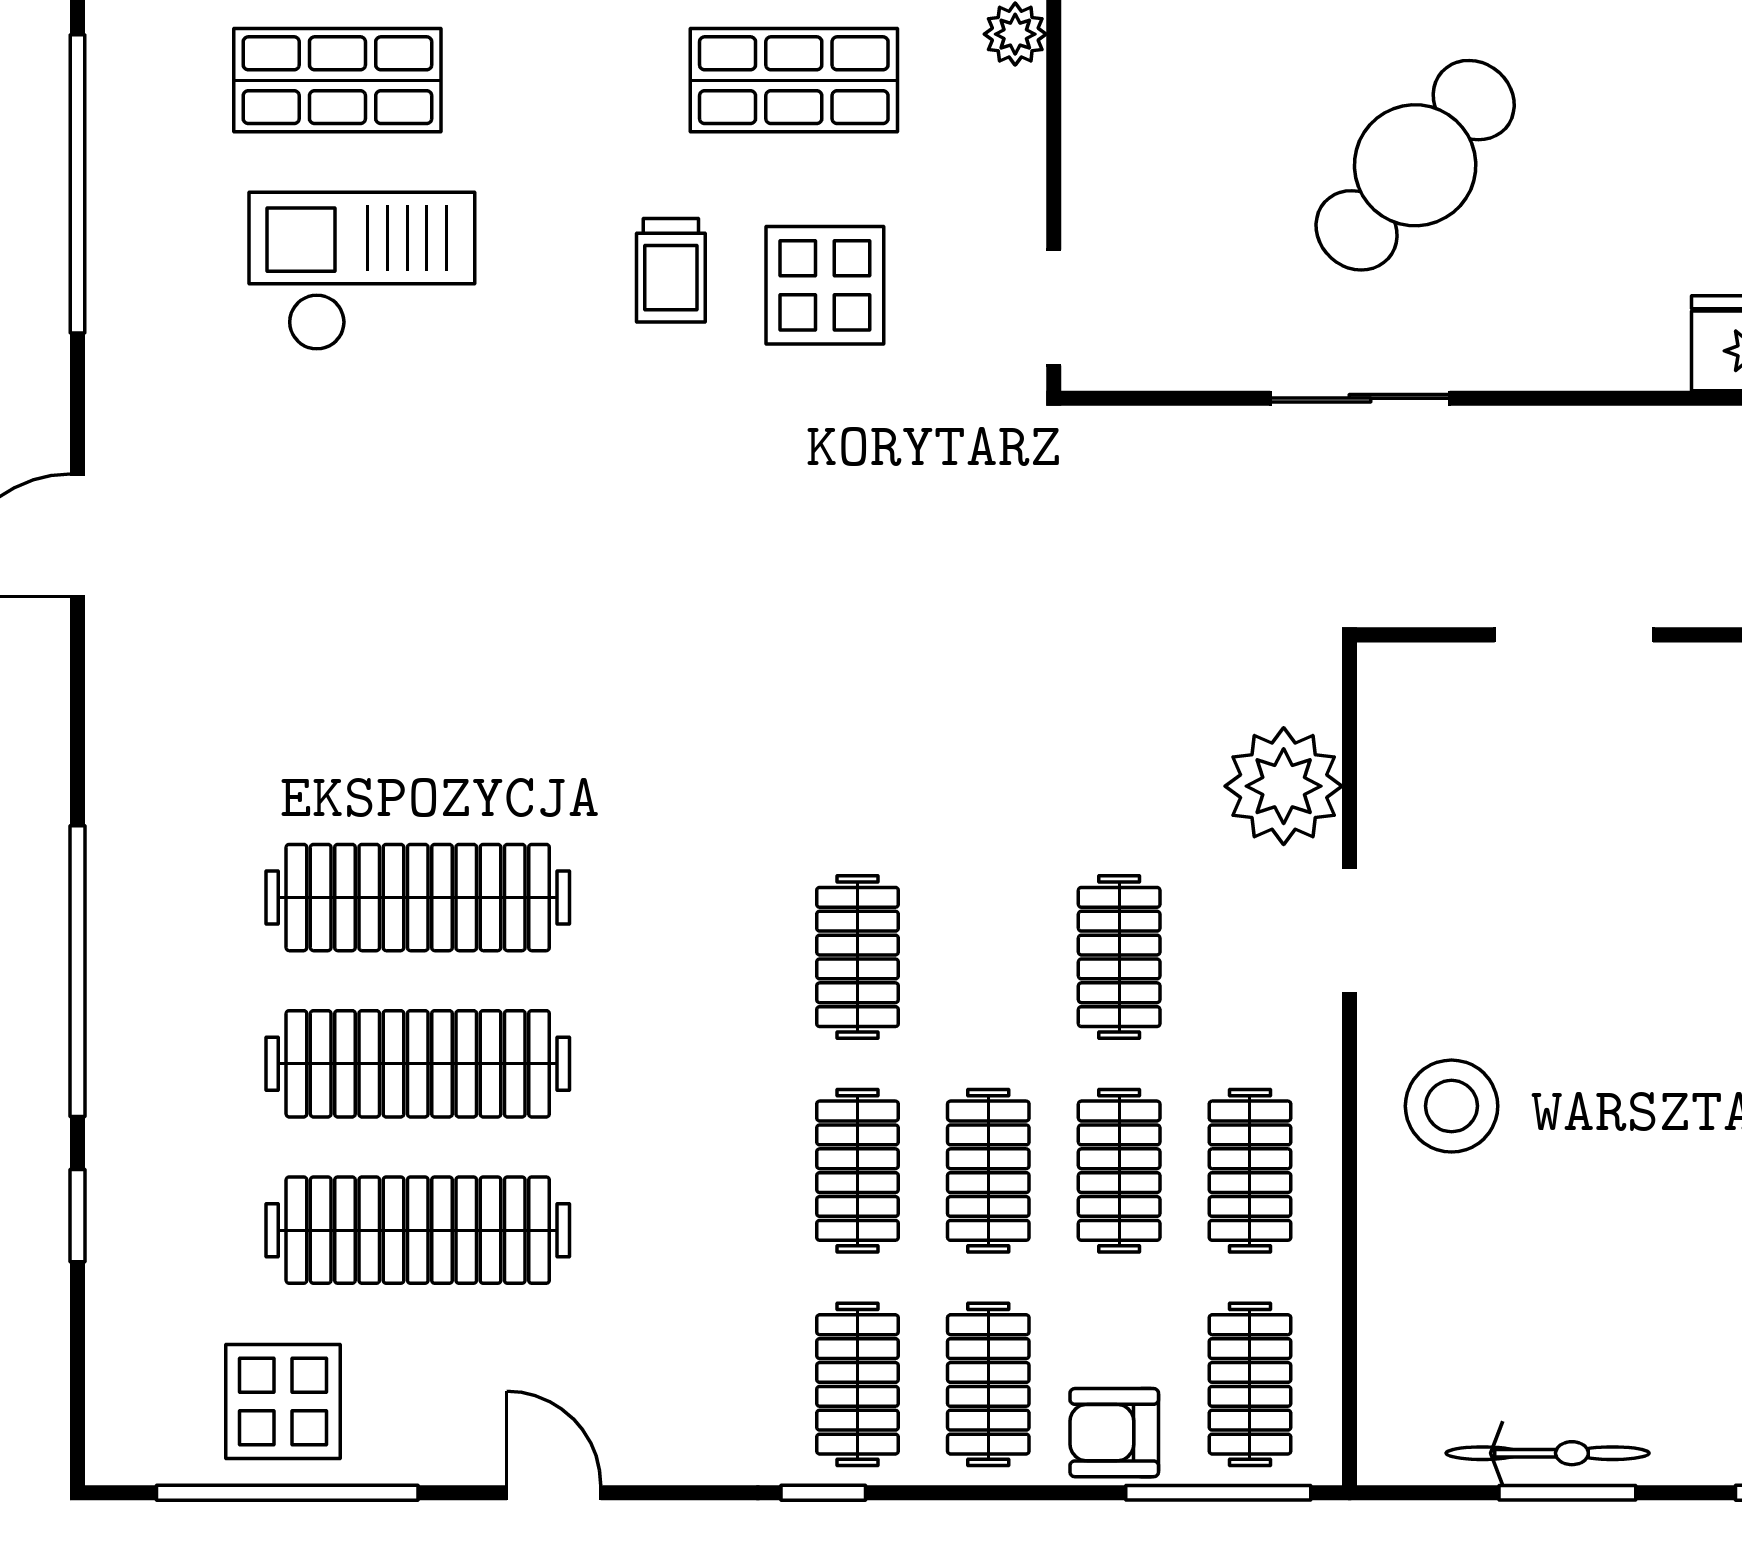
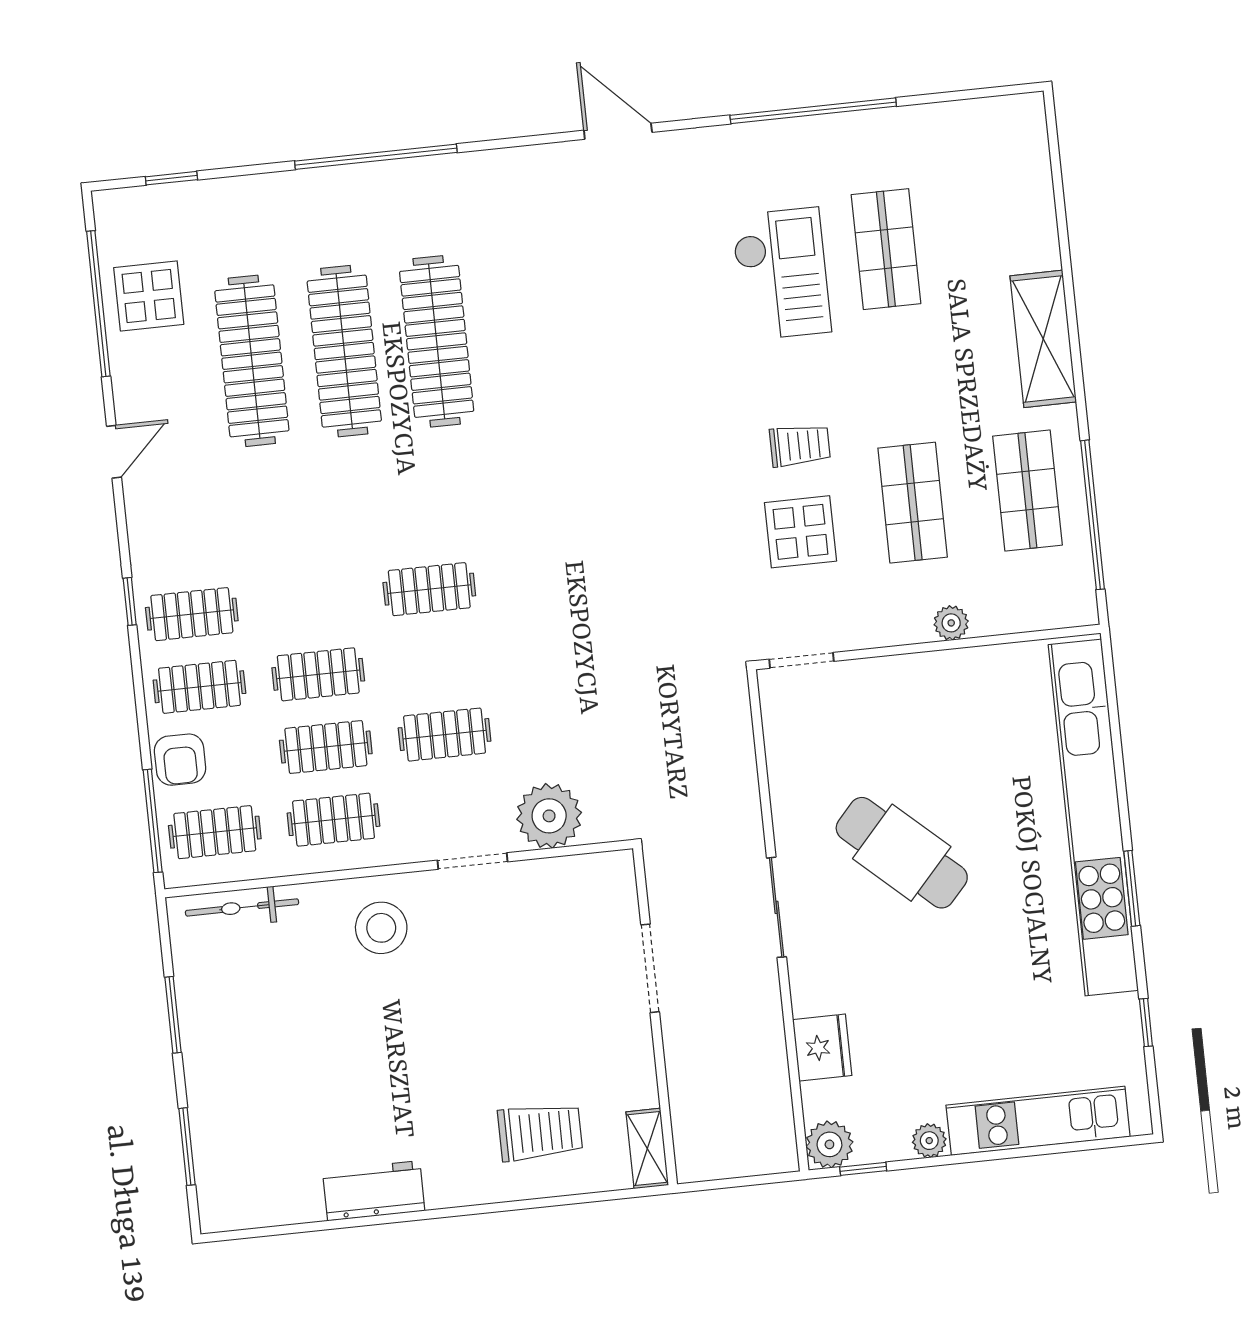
trolley: (671, 270) -> (800, 445), turned 180
sliding door: (1360, 398) -> (777, 907), moved
clothes rail: (857, 1171) -> (311, 602), removed
window: (78, 1216) -> (171, 178), moved
armchair: (1114, 1433) -> (180, 760), turned 180
bicycle: (1548, 1453) -> (242, 907), moved, turned 90

